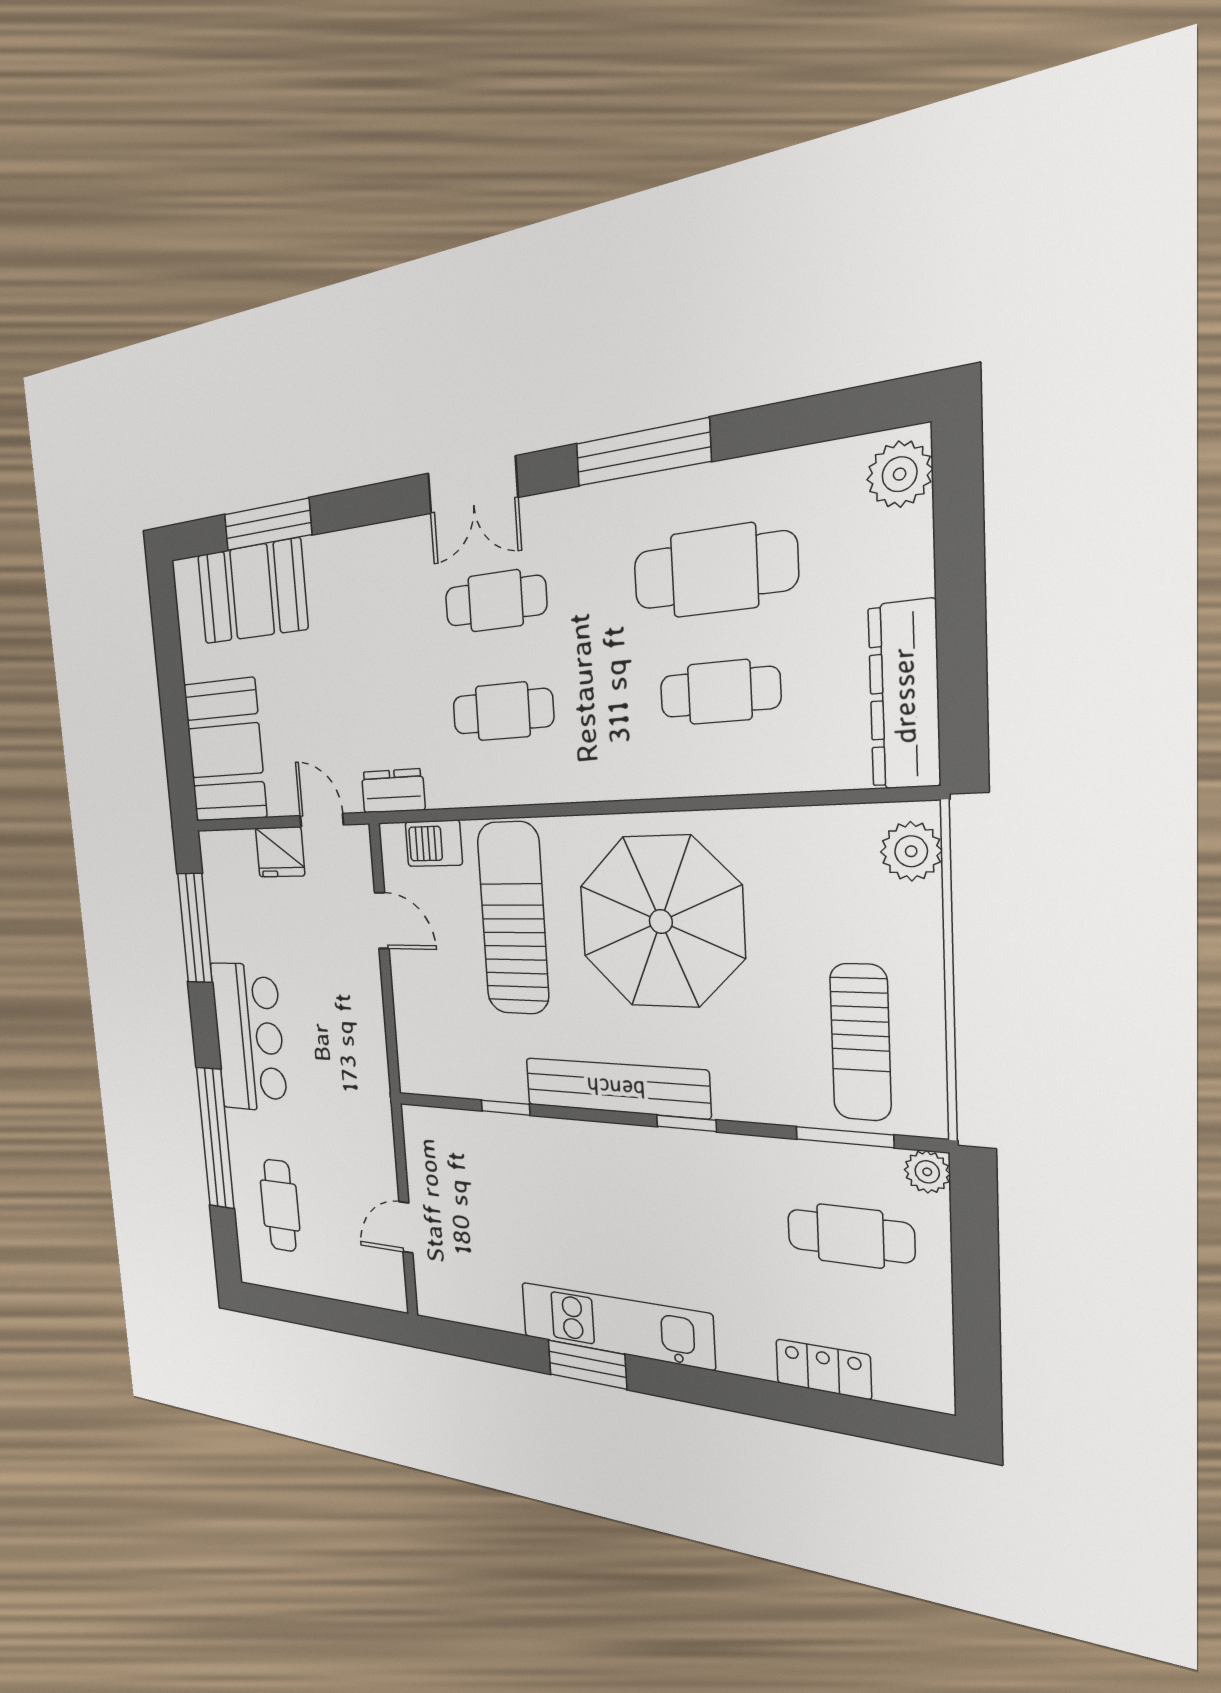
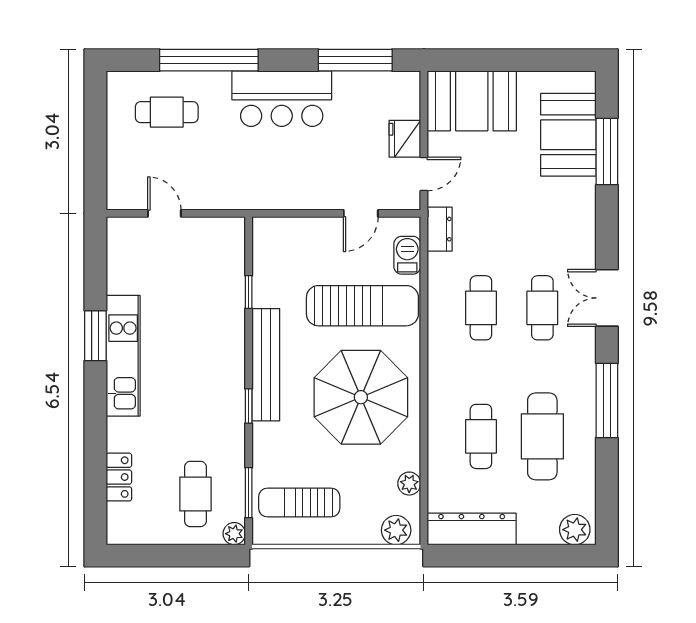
plant: (816, 828) -> (409, 484), added

